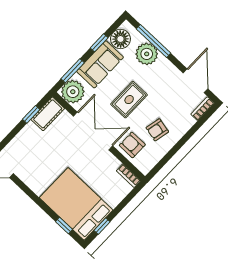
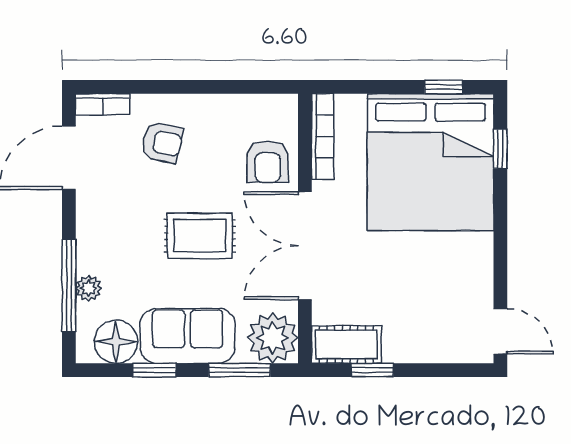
plant: (147, 54) -> (89, 288), width x0.53, depth x0.53
armchair: (157, 130) -> (162, 142), moved
bookcase: (129, 176) -> (323, 136), width x1.56
bed: (76, 204) -> (431, 162), width x1.36

